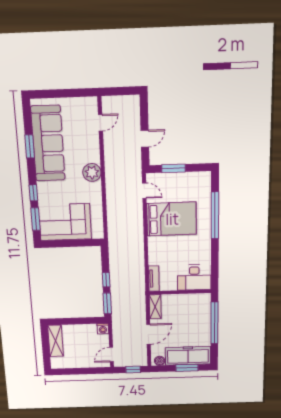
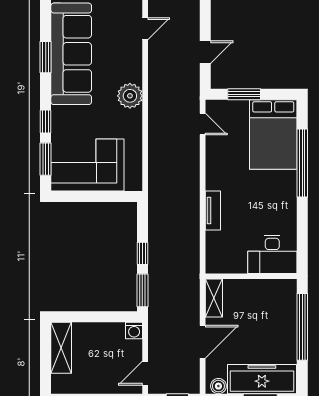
bed: (172, 219) -> (273, 134), moved, turned 90
tv unit: (154, 279) -> (213, 210), moved

